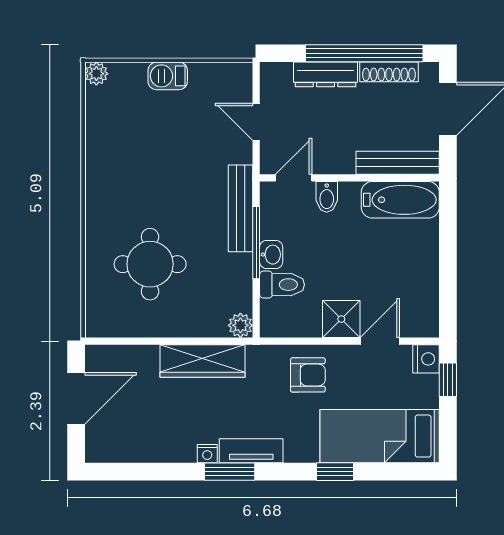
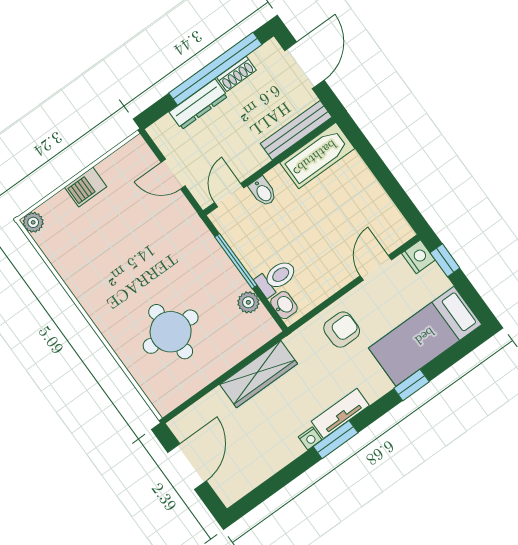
shoe rack: (389, 72) -> (236, 74), width x0.70
bench: (241, 208) -> (207, 245), removed
washbasin: (271, 255) -> (284, 305), moved
shower: (341, 319) -> (337, 272), removed
plant: (240, 325) -> (248, 302), moved

